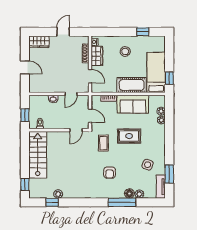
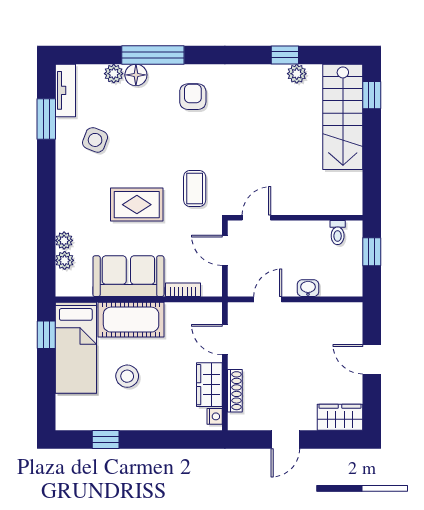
stool: (125, 51) -> (127, 376), moved
stairs: (38, 155) -> (343, 117), moved
armchair: (110, 173) -> (193, 97), moved
window: (52, 202) -> (285, 55), moved

